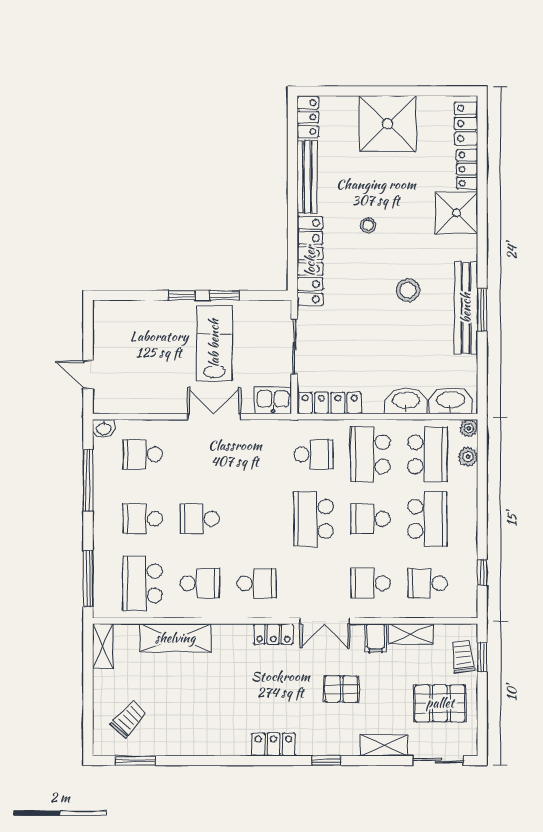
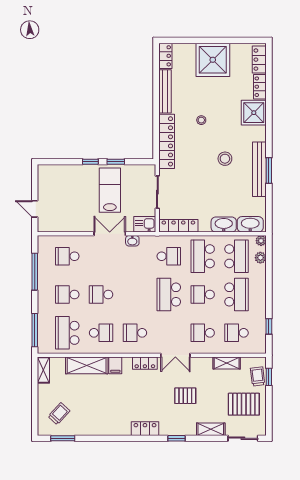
washbasin: (104, 428) -> (132, 241), moved
school desk: (257, 583) -> (135, 333), turned 180
filing cabinet: (376, 638) -> (115, 365), moved

